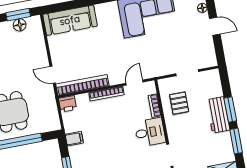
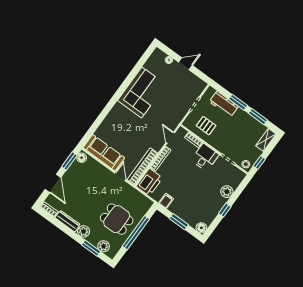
sofa: (70, 20) -> (104, 153), moved, turned -90
floor lamp: (20, 25) -> (82, 158), moved
door: (53, 75) -> (120, 176), swing flipped
printer: (68, 104) -> (149, 182), width x1.87, depth x1.48
workbench: (218, 115) -> (224, 104), moved

